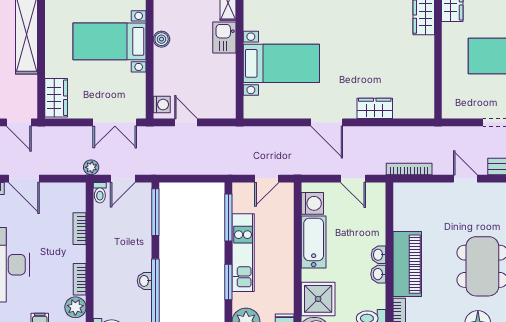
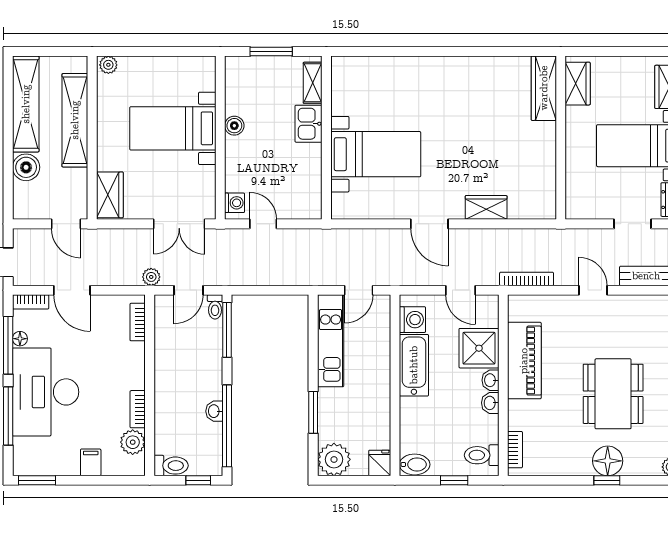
toilet: (100, 193) -> (215, 307), moved
window: (228, 217) -> (313, 336), removed
bookcase: (80, 229) -> (138, 322), moved
kitchen unit: (243, 253) -> (331, 341), moved
piano: (407, 264) -> (524, 361), moved
shower: (318, 299) -> (479, 348), moved

